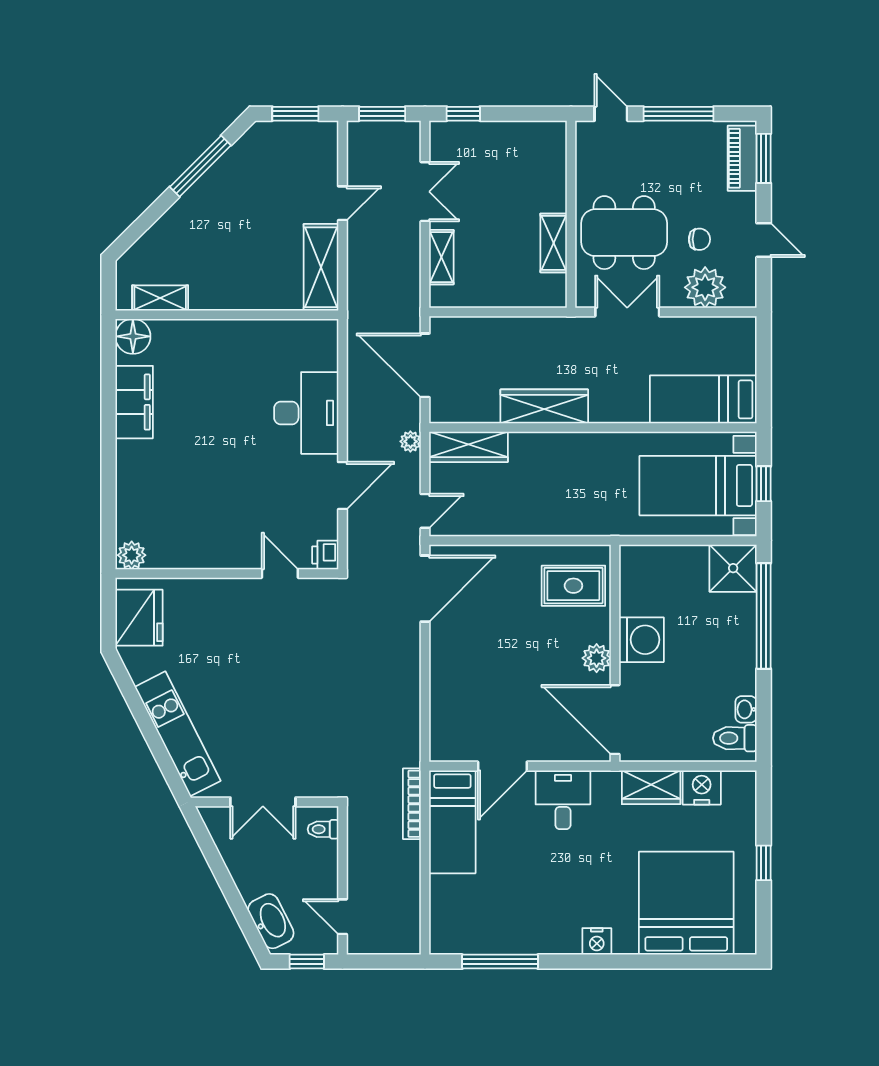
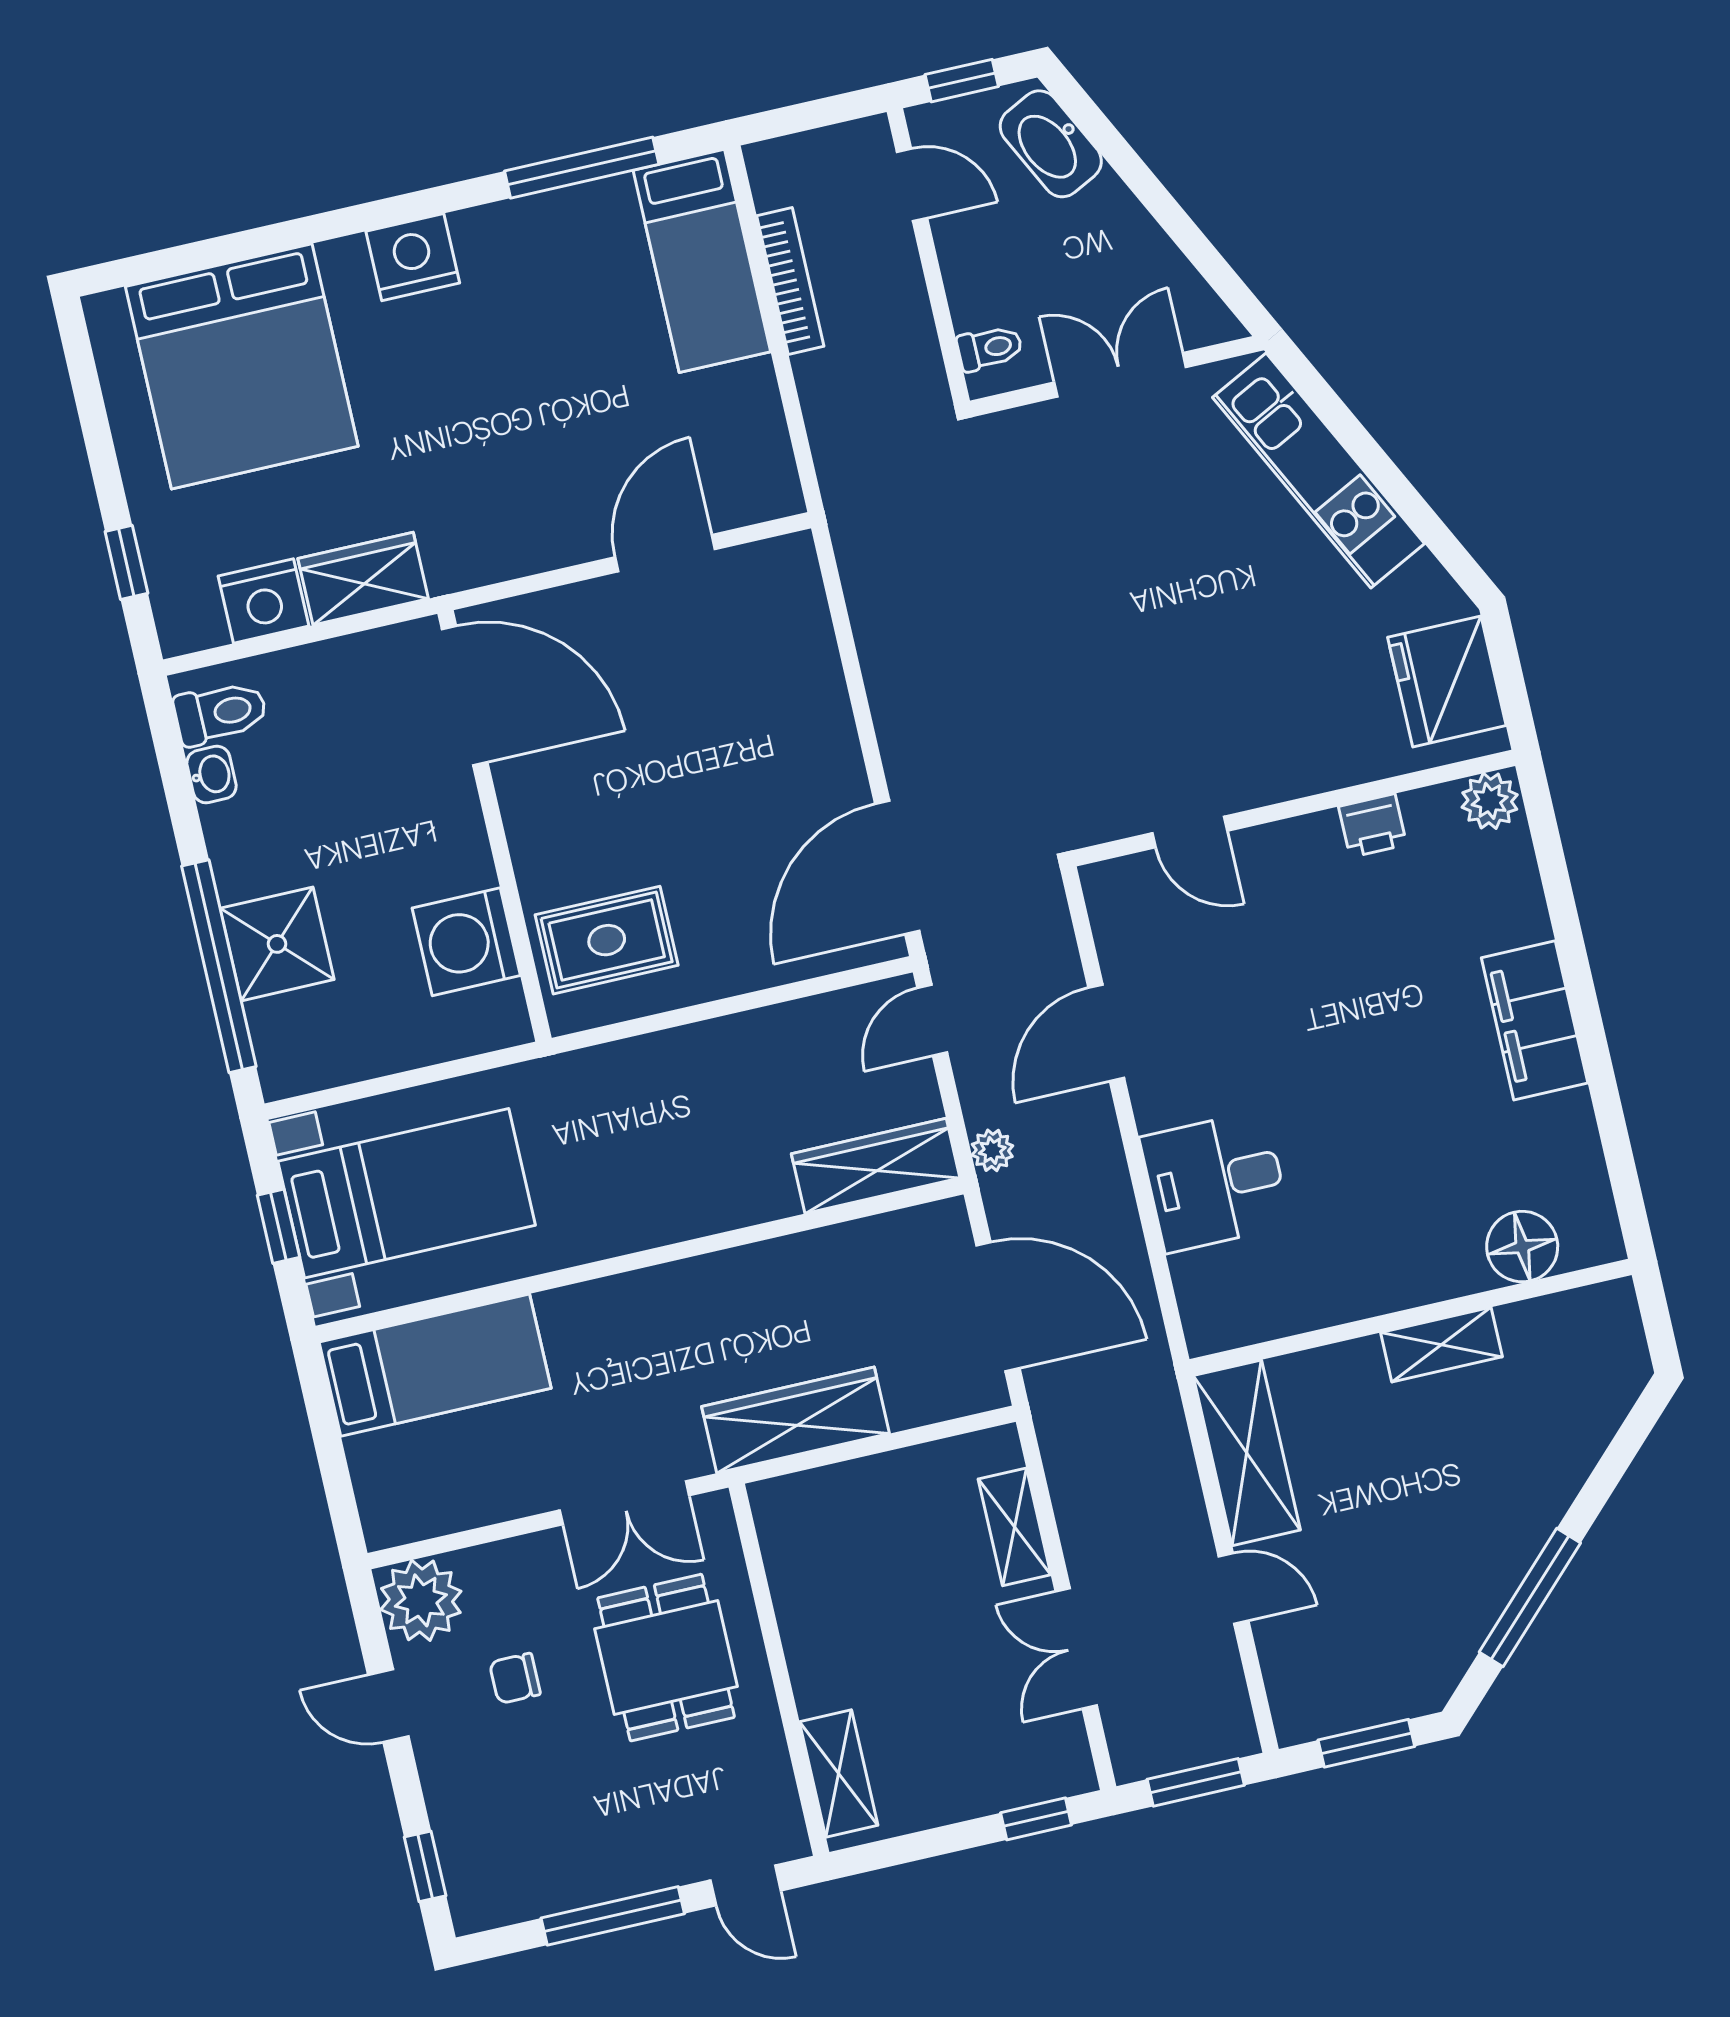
piano: (742, 158) -> (467, 1857), removed
window: (764, 158) -> (425, 1866), width x0.67
door: (342, 203) -> (1233, 1588), swing flipped
dining table: (624, 233) -> (666, 1658), width x0.73
shelving: (554, 243) -> (839, 1773), moved
plant: (705, 287) -> (421, 1600), moved
shelving: (160, 298) -> (1441, 1345), moved
floor lamp: (133, 336) -> (1522, 1247), moved
filing cabinet: (134, 402) -> (1535, 1020), moved
wardrobe: (544, 406) -> (795, 1420), moved, turned 180
desk: (306, 413) -> (1215, 1181), width x0.73
printer: (325, 555) -> (1373, 826), moved, turned 90
shower: (733, 568) -> (277, 944), moved
washing machine: (641, 640) -> (466, 942), moved
plant: (597, 658) -> (529, 808), removed
desk: (563, 800) -> (531, 514), removed
bookcase: (412, 804) -> (790, 281), moved
bed: (452, 822) -> (702, 261), moved, turned 180
window: (764, 863) -> (126, 562), moved
nightstand: (597, 941) -> (413, 257), width x1.36, depth x1.33

